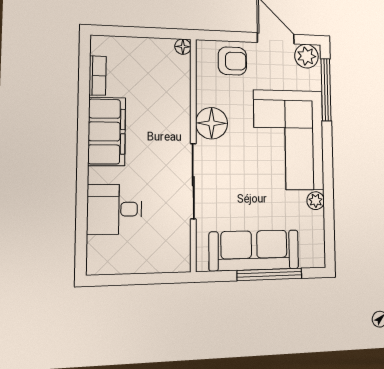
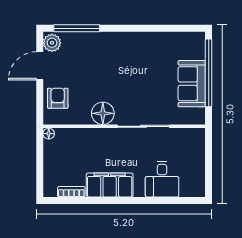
corner sofa: (289, 140) -> (114, 57), removed
plant: (316, 201) -> (158, 38), removed
sofa: (254, 250) -> (192, 84), width x0.73
window: (270, 274) -> (209, 73), width x1.46

